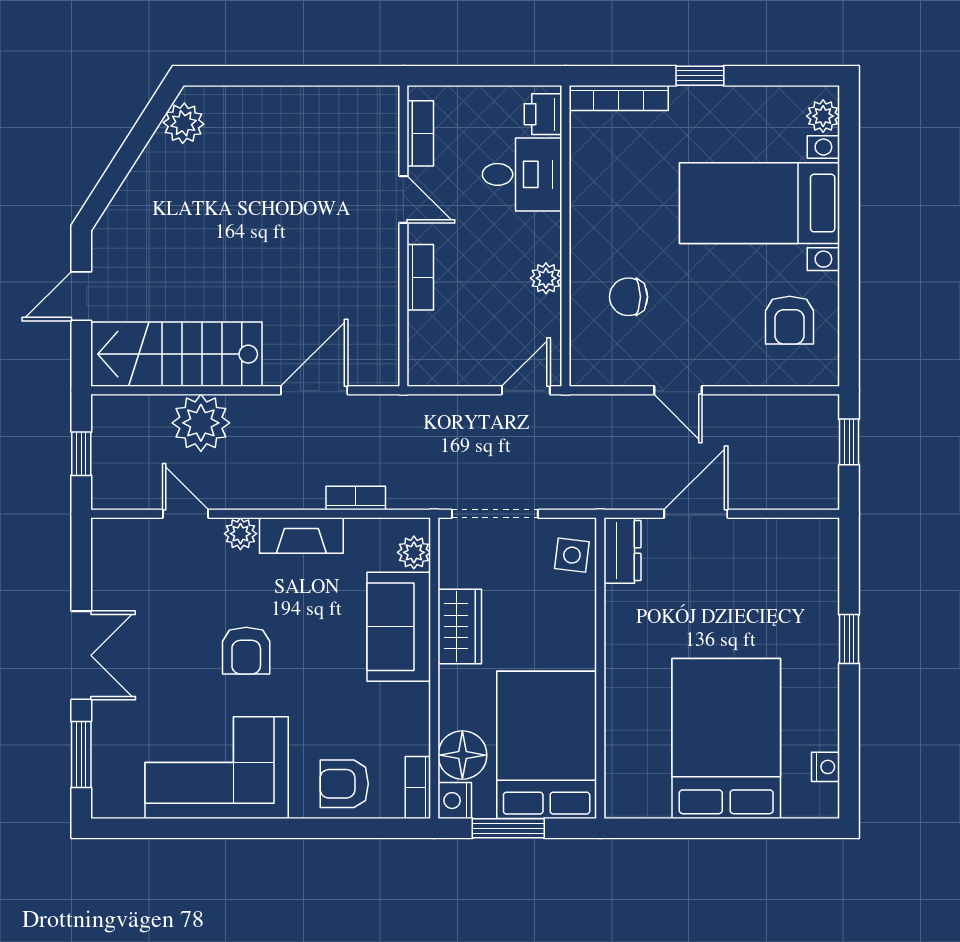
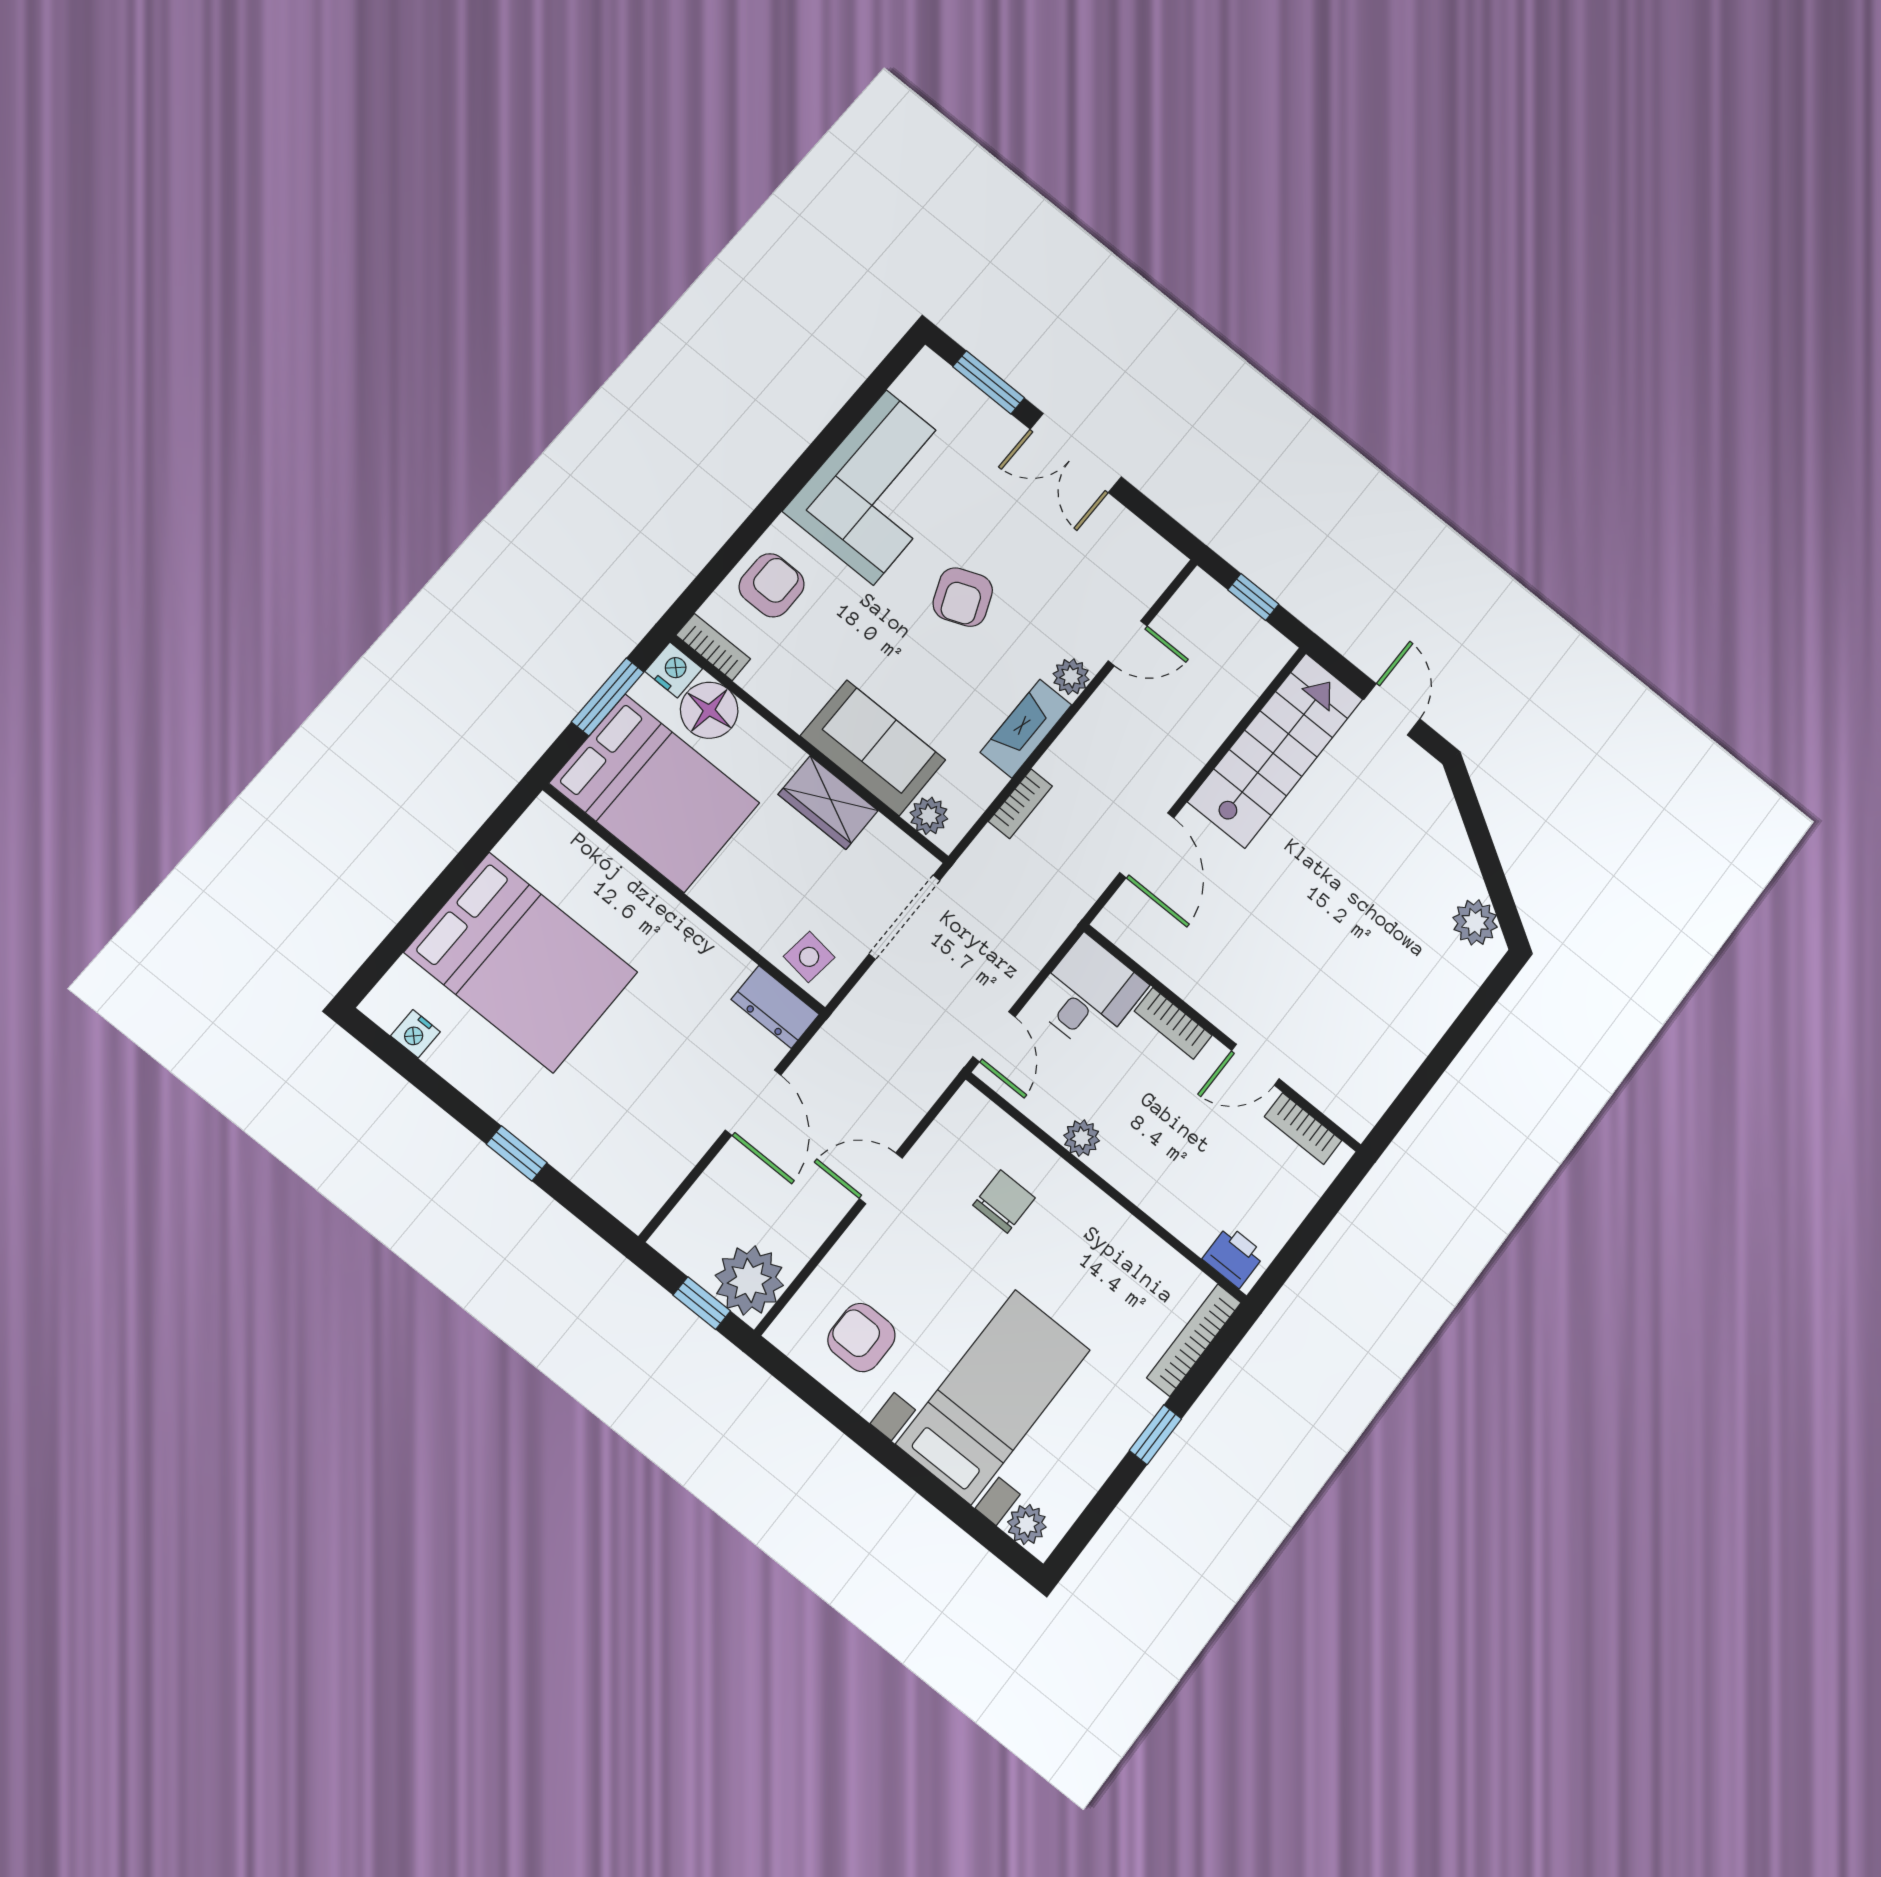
desk: (522, 174) -> (1088, 994), moved, turned 180
plant: (201, 423) -> (749, 1280), moved
armchair: (246, 651) -> (963, 597), turned -112

